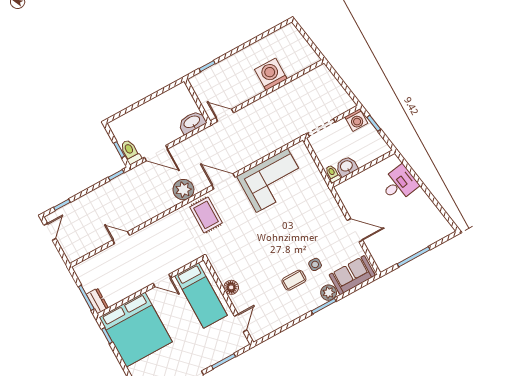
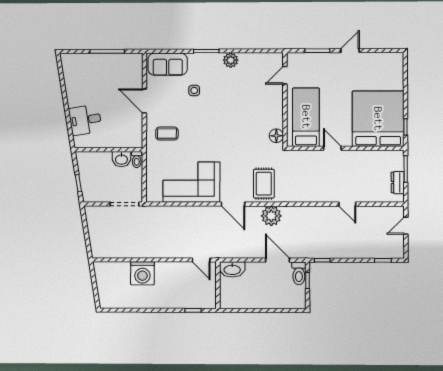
washing machine: (356, 120) -> (92, 194), removed
door: (50, 232) -> (406, 226), moved
coffee table: (294, 280) -> (167, 134), moved
floor lamp: (231, 287) -> (276, 136), moved
plant: (329, 293) -> (231, 60), moved
dresser: (97, 301) -> (398, 183), moved

